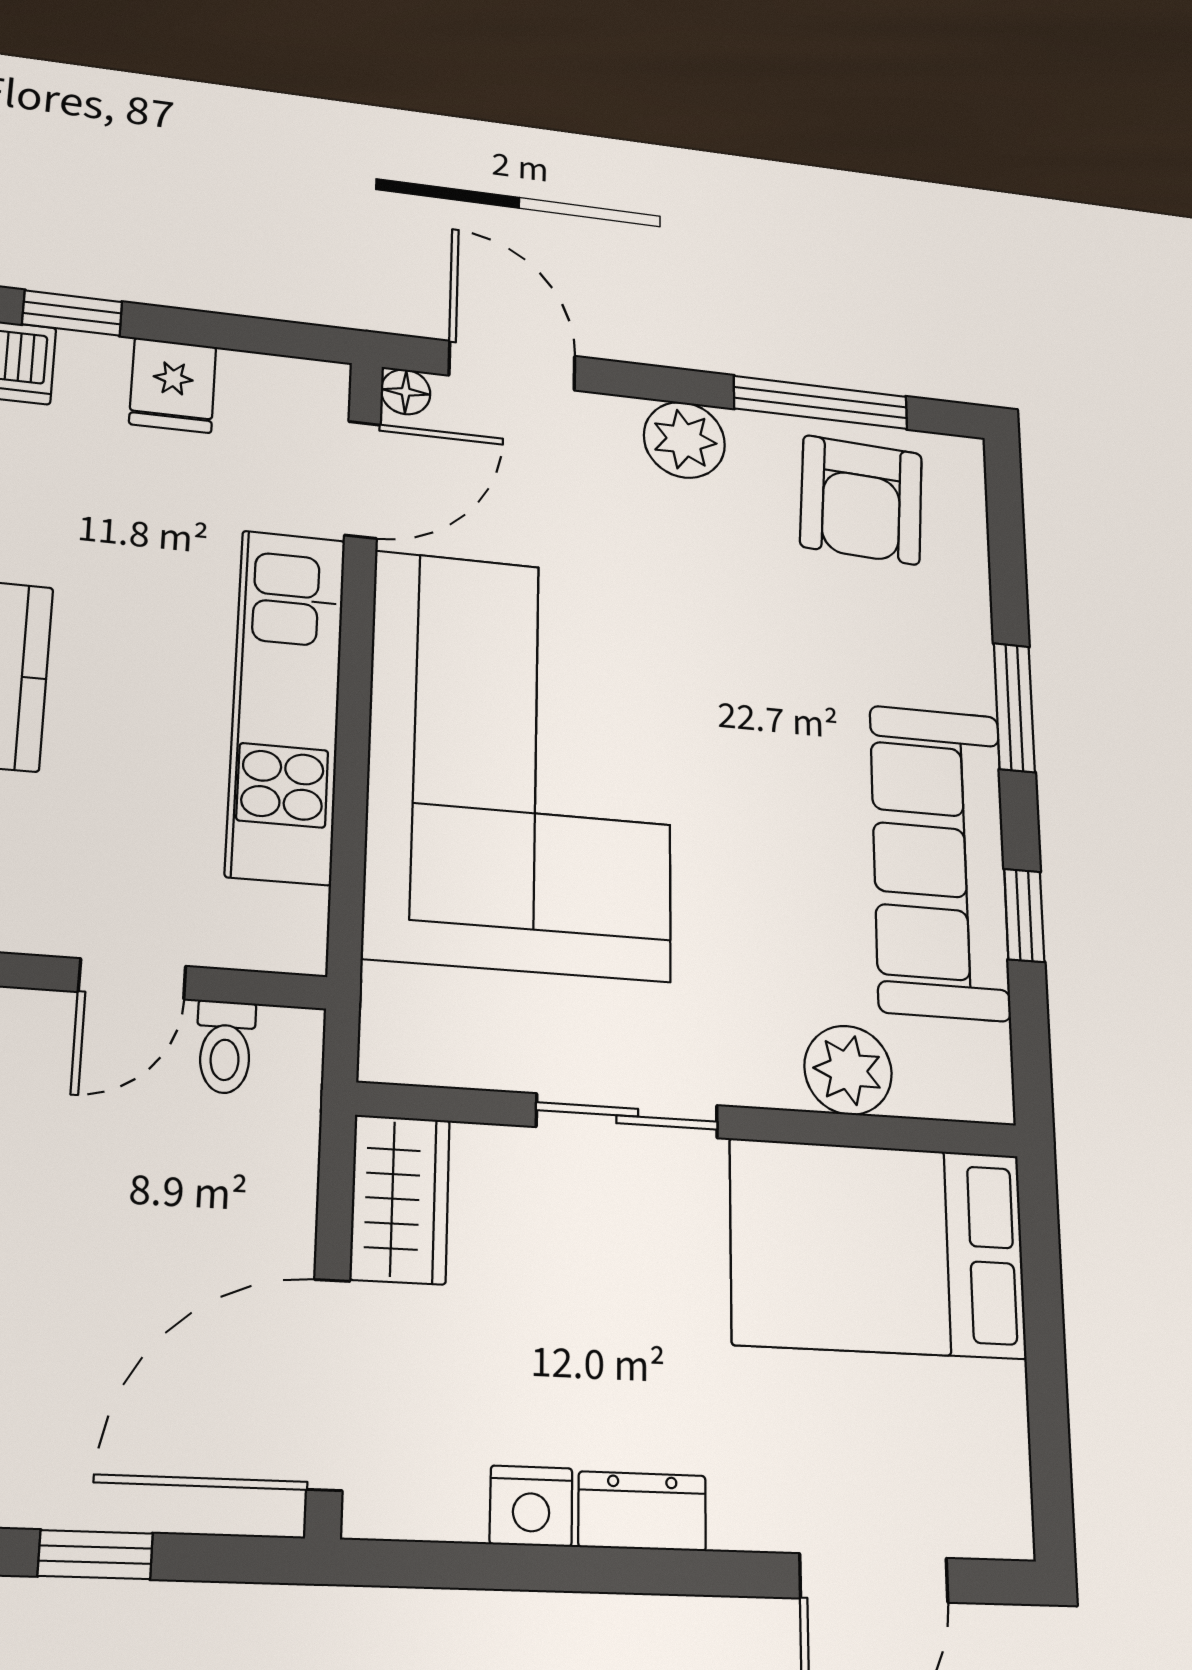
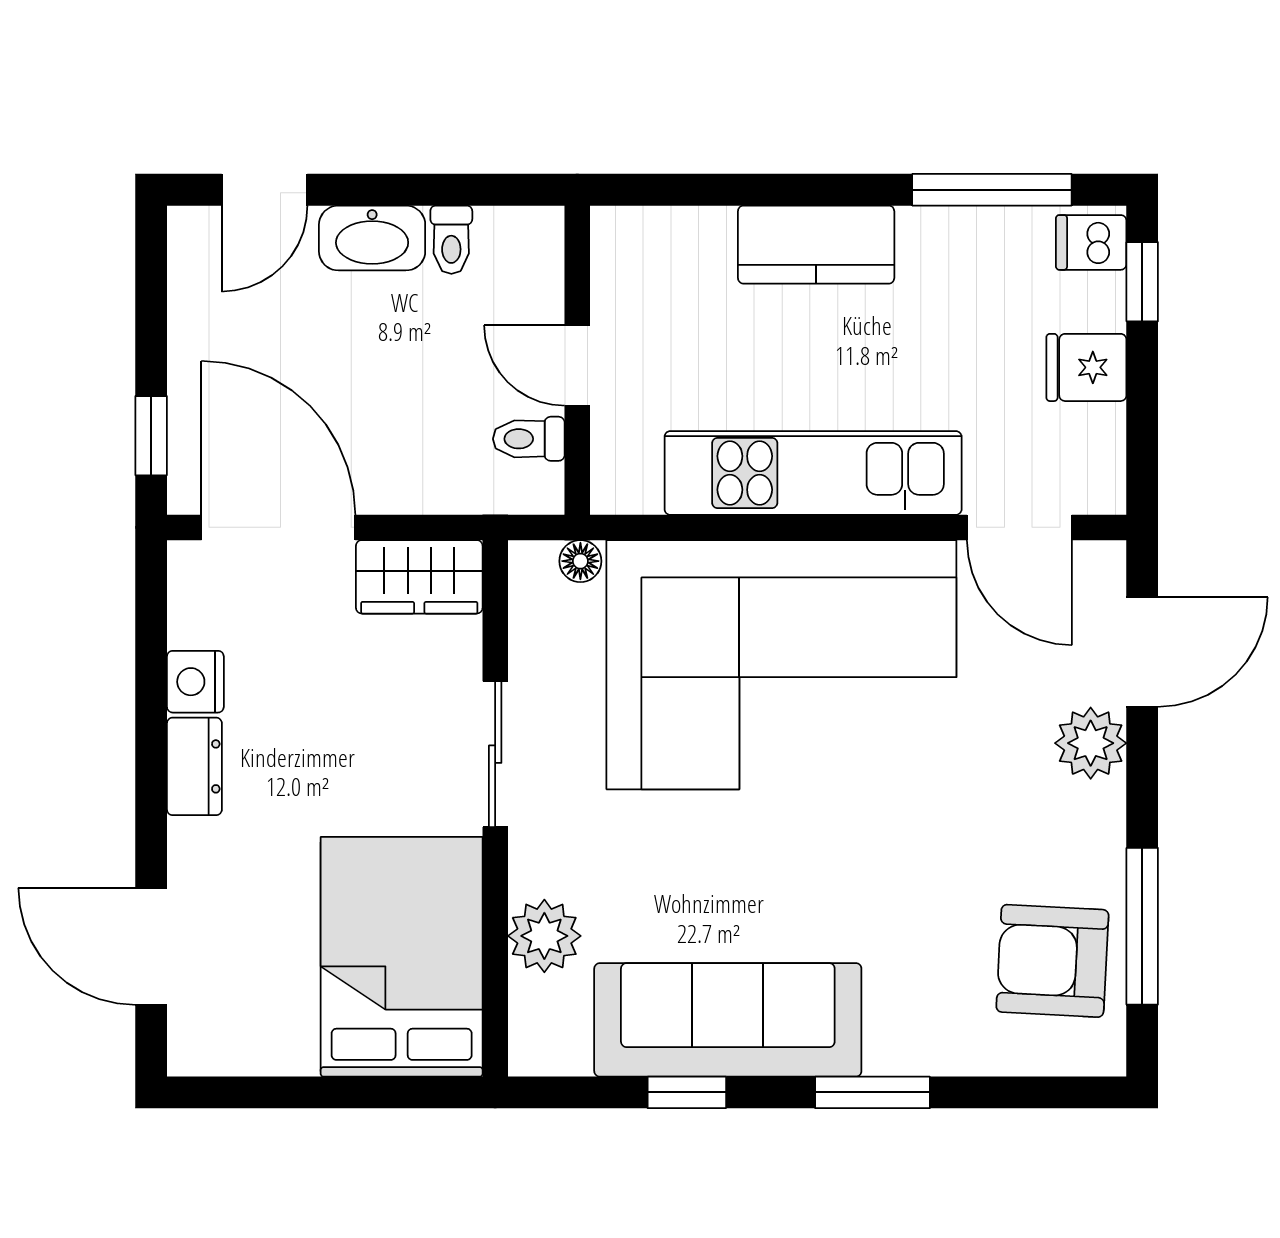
floor lamp: (406, 392) -> (580, 561), moved
plant: (684, 440) -> (1091, 743), moved
window: (95, 1555) -> (151, 436), moved

